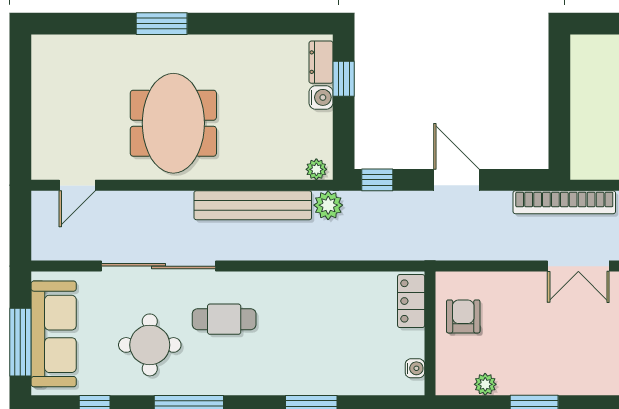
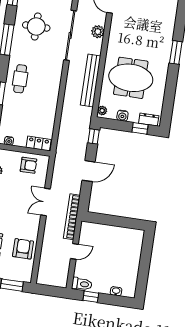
water cooler: (321, 97) -> (122, 116), moved
meeting table: (173, 123) -> (131, 78), moved
plant: (328, 205) -> (98, 32), moved
double door: (578, 266) -> (46, 202), moved
cafe table: (224, 319) -> (20, 79), moved

